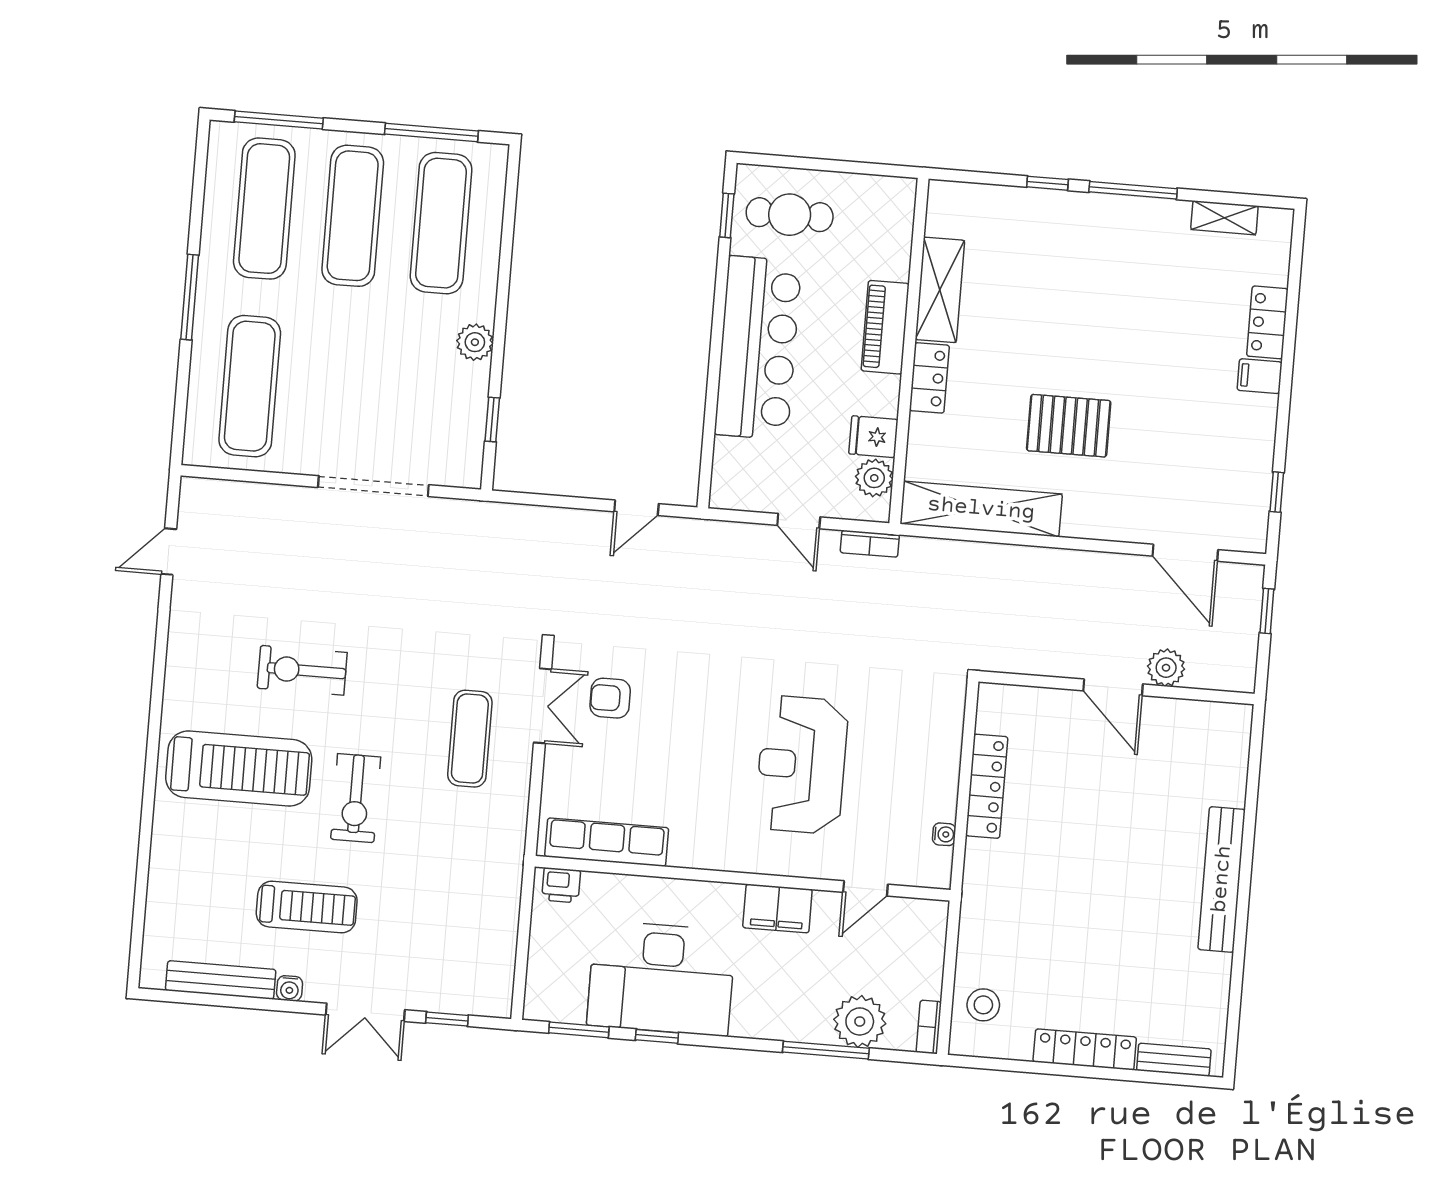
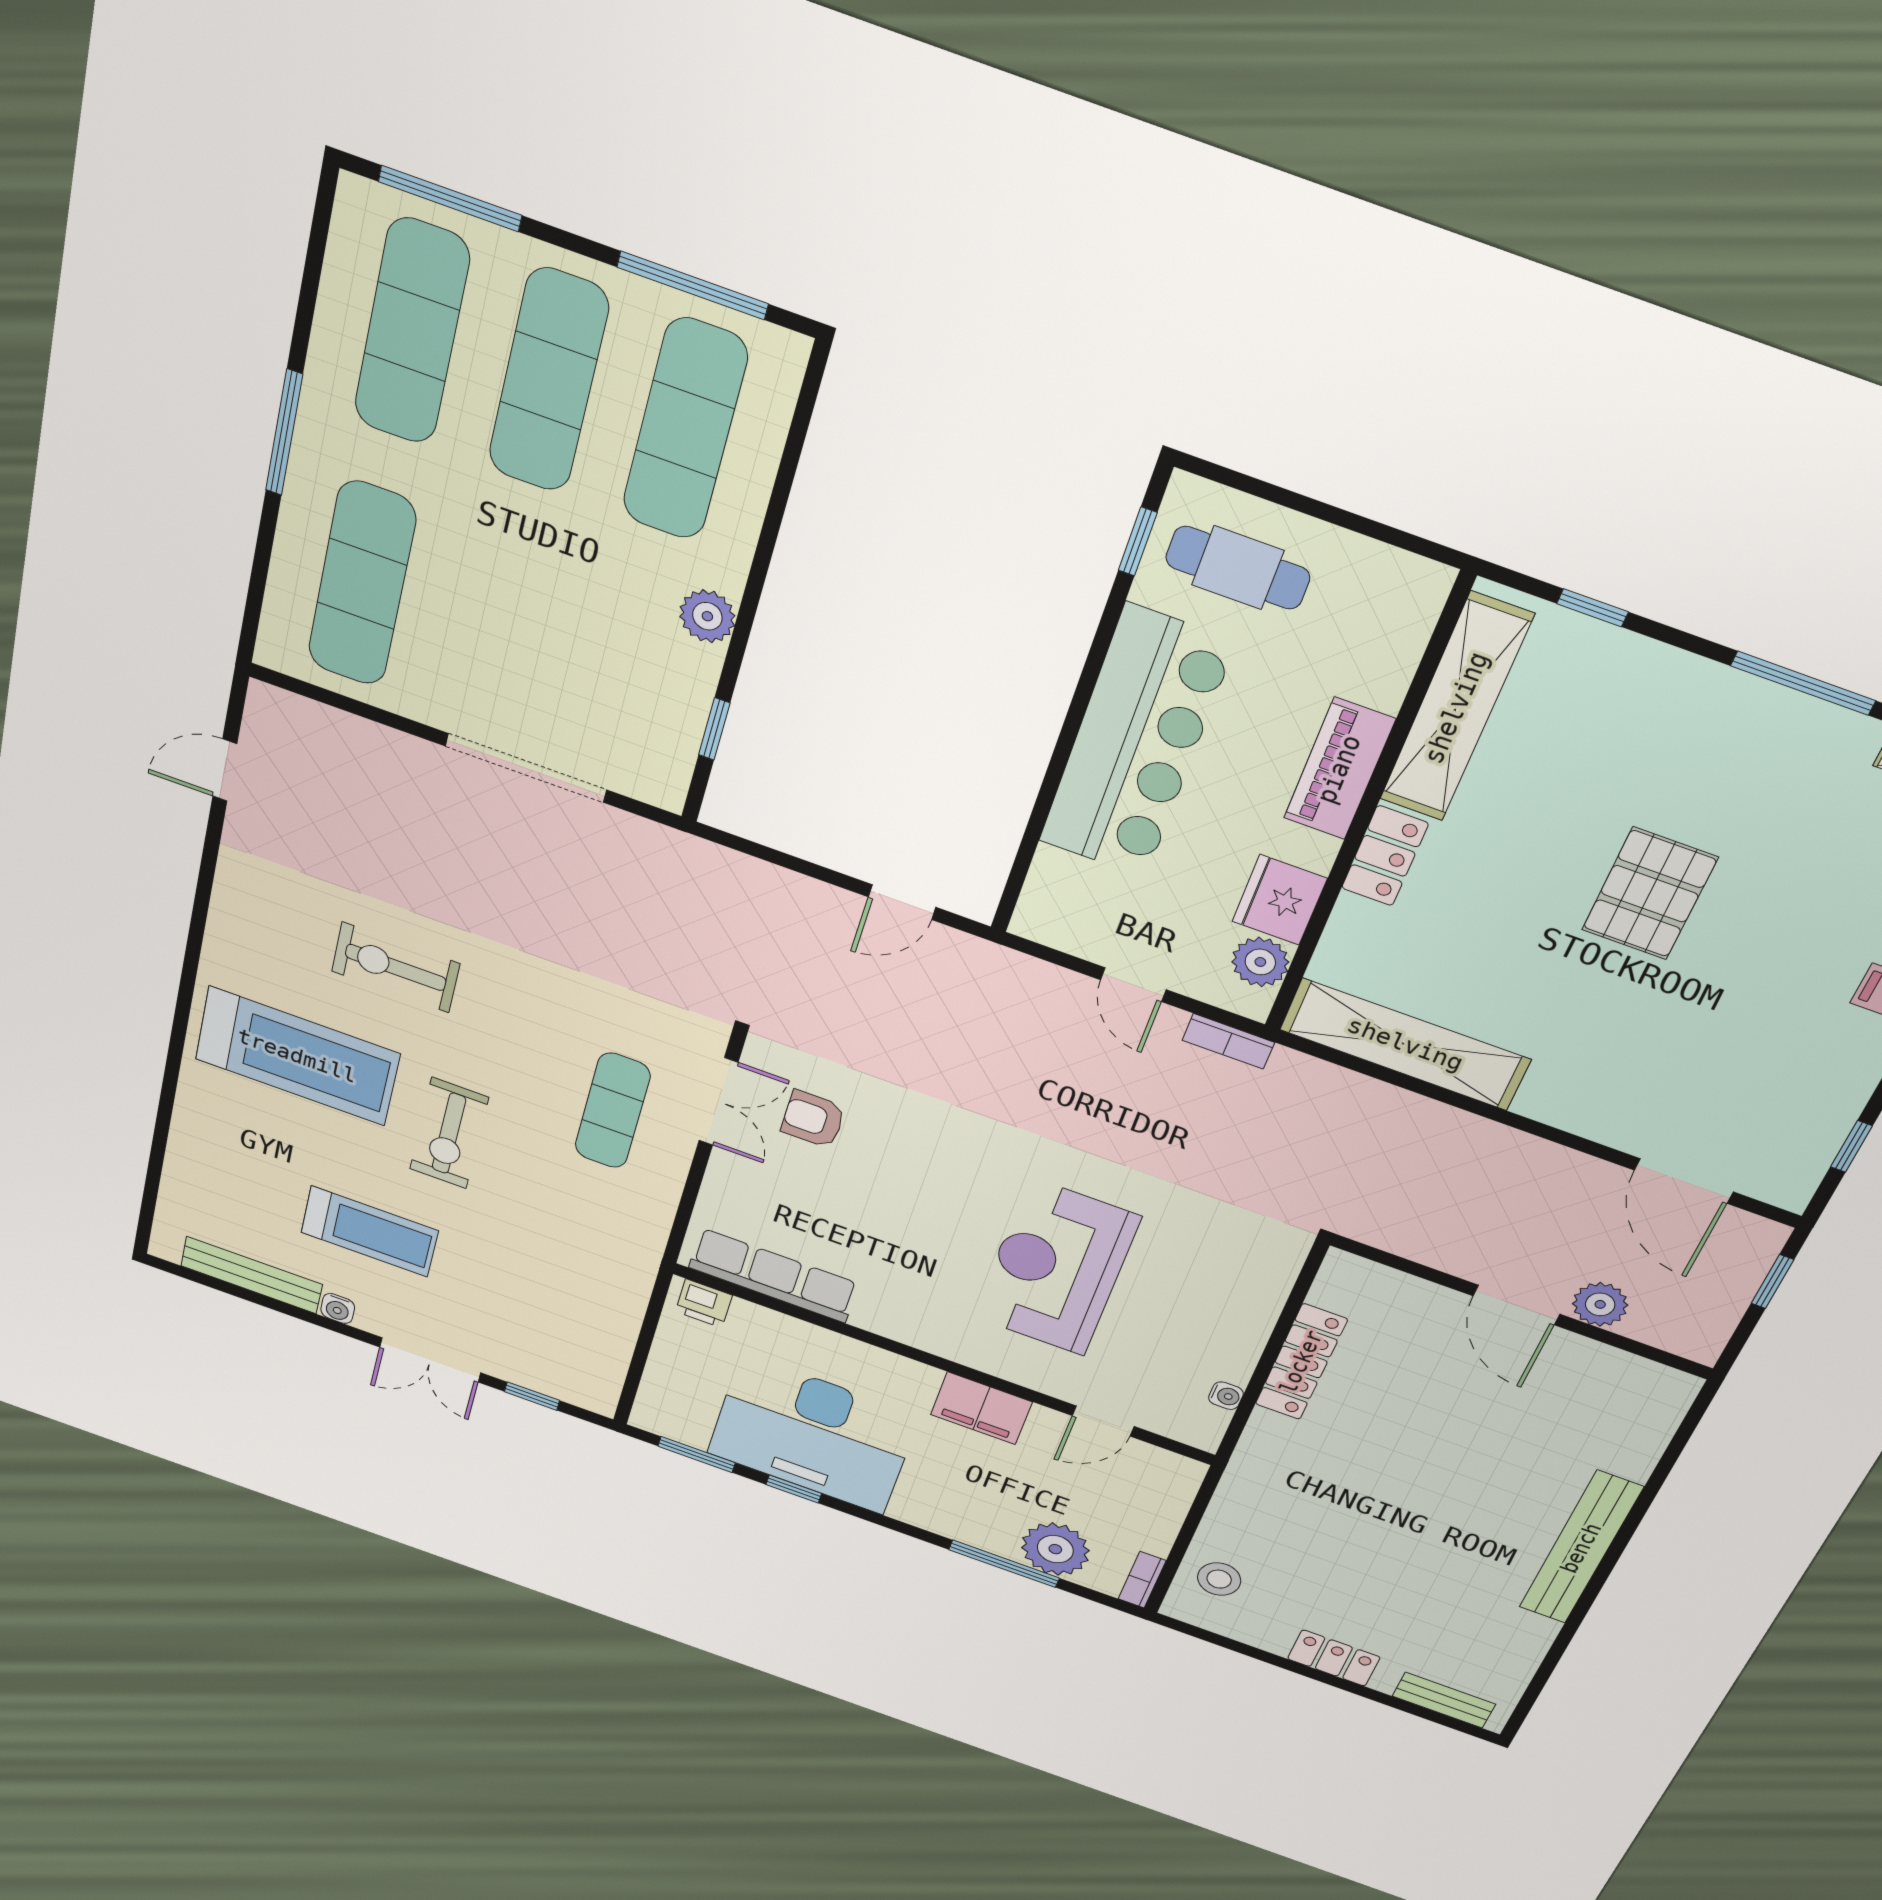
window: (1048, 183) -> (1592, 608), moved
shelving: (940, 290) -> (1456, 708), width x1.47
pallet: (1069, 426) -> (1650, 894), moved, turned 90
fridge: (873, 437) -> (1280, 900), width x1.38
locker: (1085, 1049) -> (1334, 1658), width x0.66

